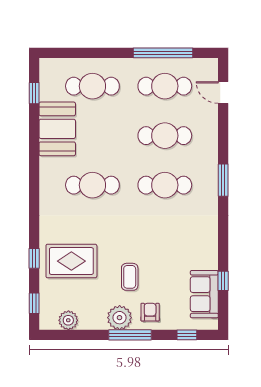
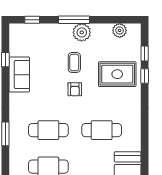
sofa: (204, 294) -> (19, 75), moved
window: (34, 303) -> (145, 54), moved
armchair: (150, 312) -> (75, 89), moved

